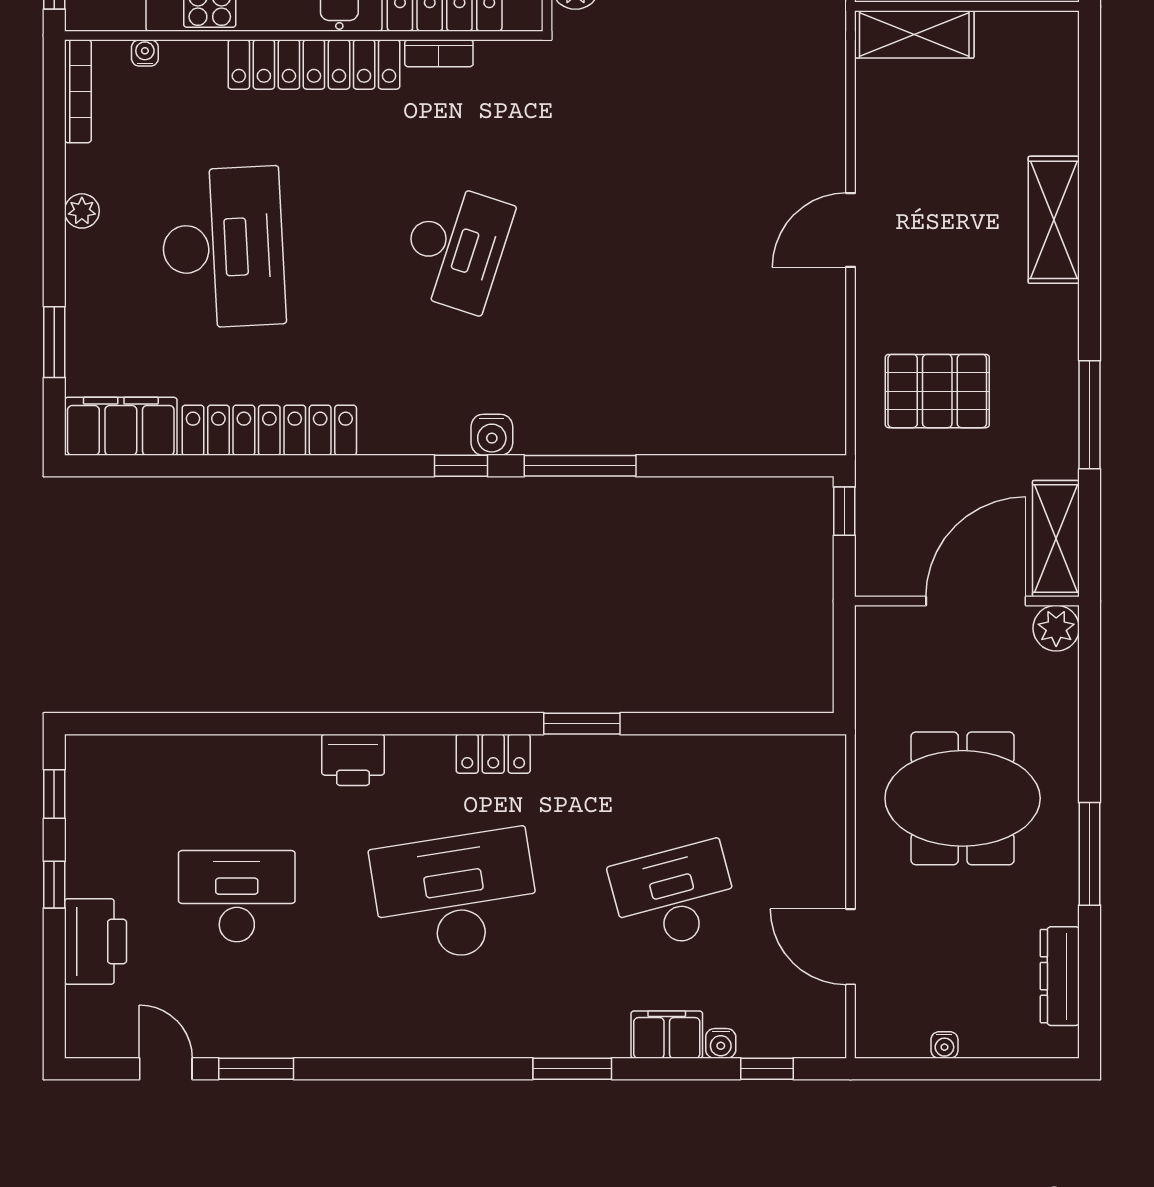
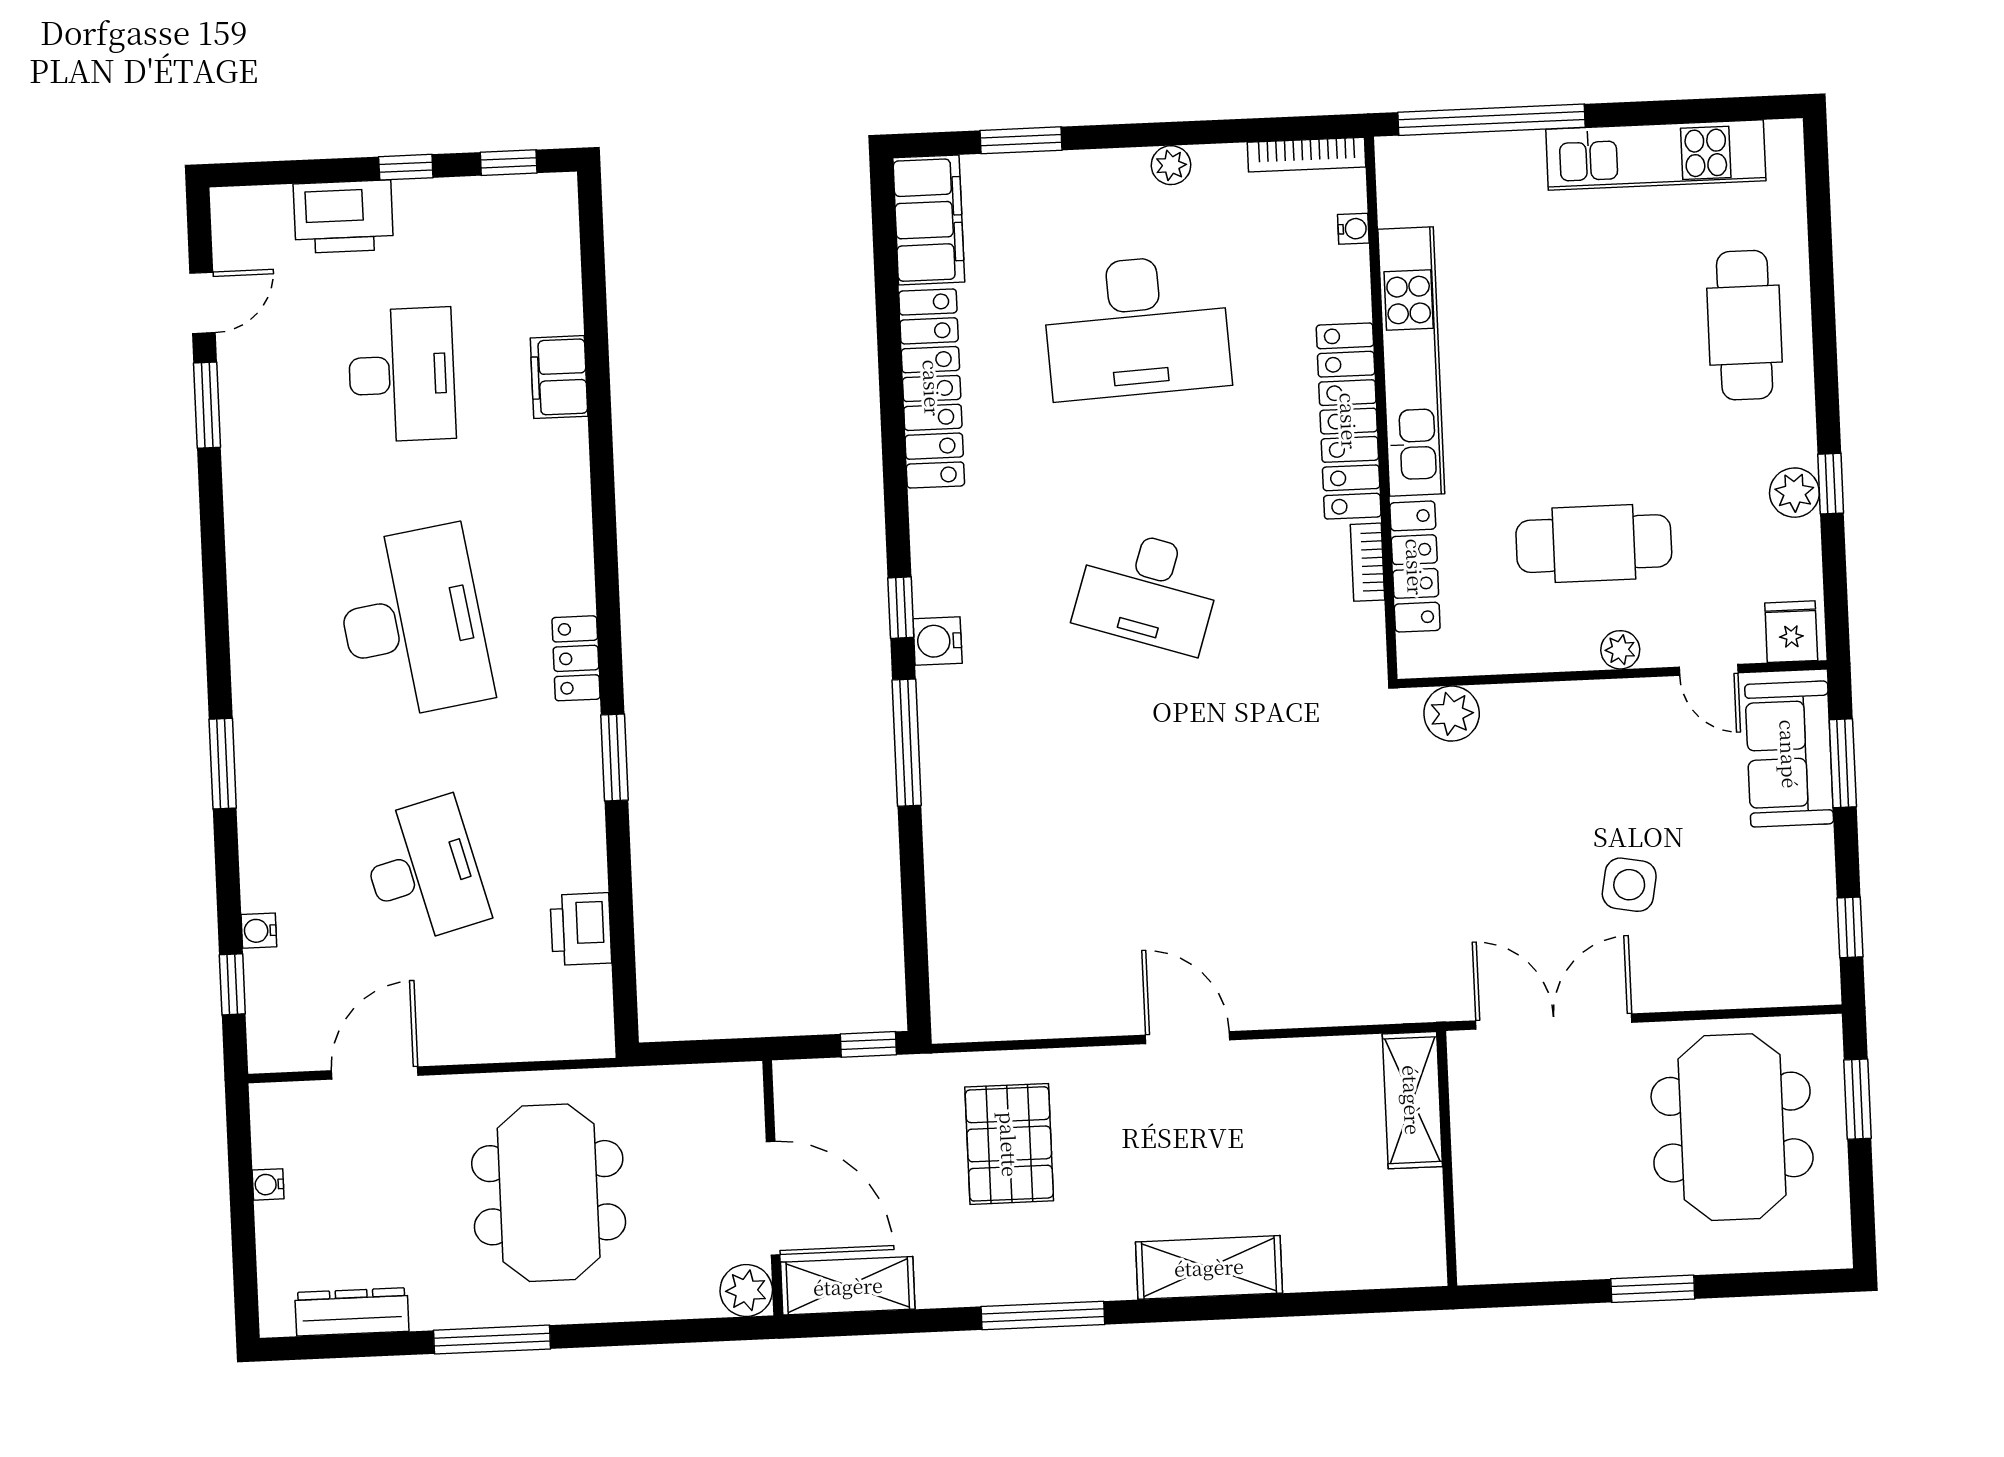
window: (1090, 415) -> (1043, 1315), moved
printer: (353, 760) -> (581, 929), moved
filing cabinet: (667, 1035) -> (559, 377), moved, turned 180

